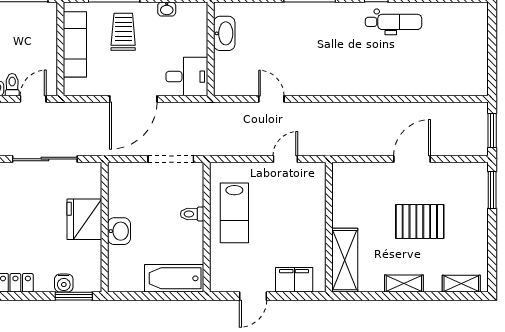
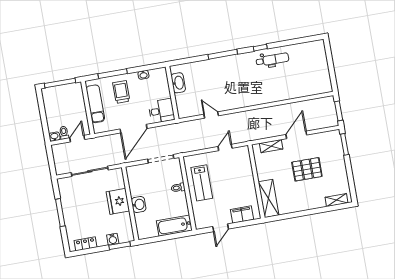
shelving: (404, 284) -> (271, 146), moved

